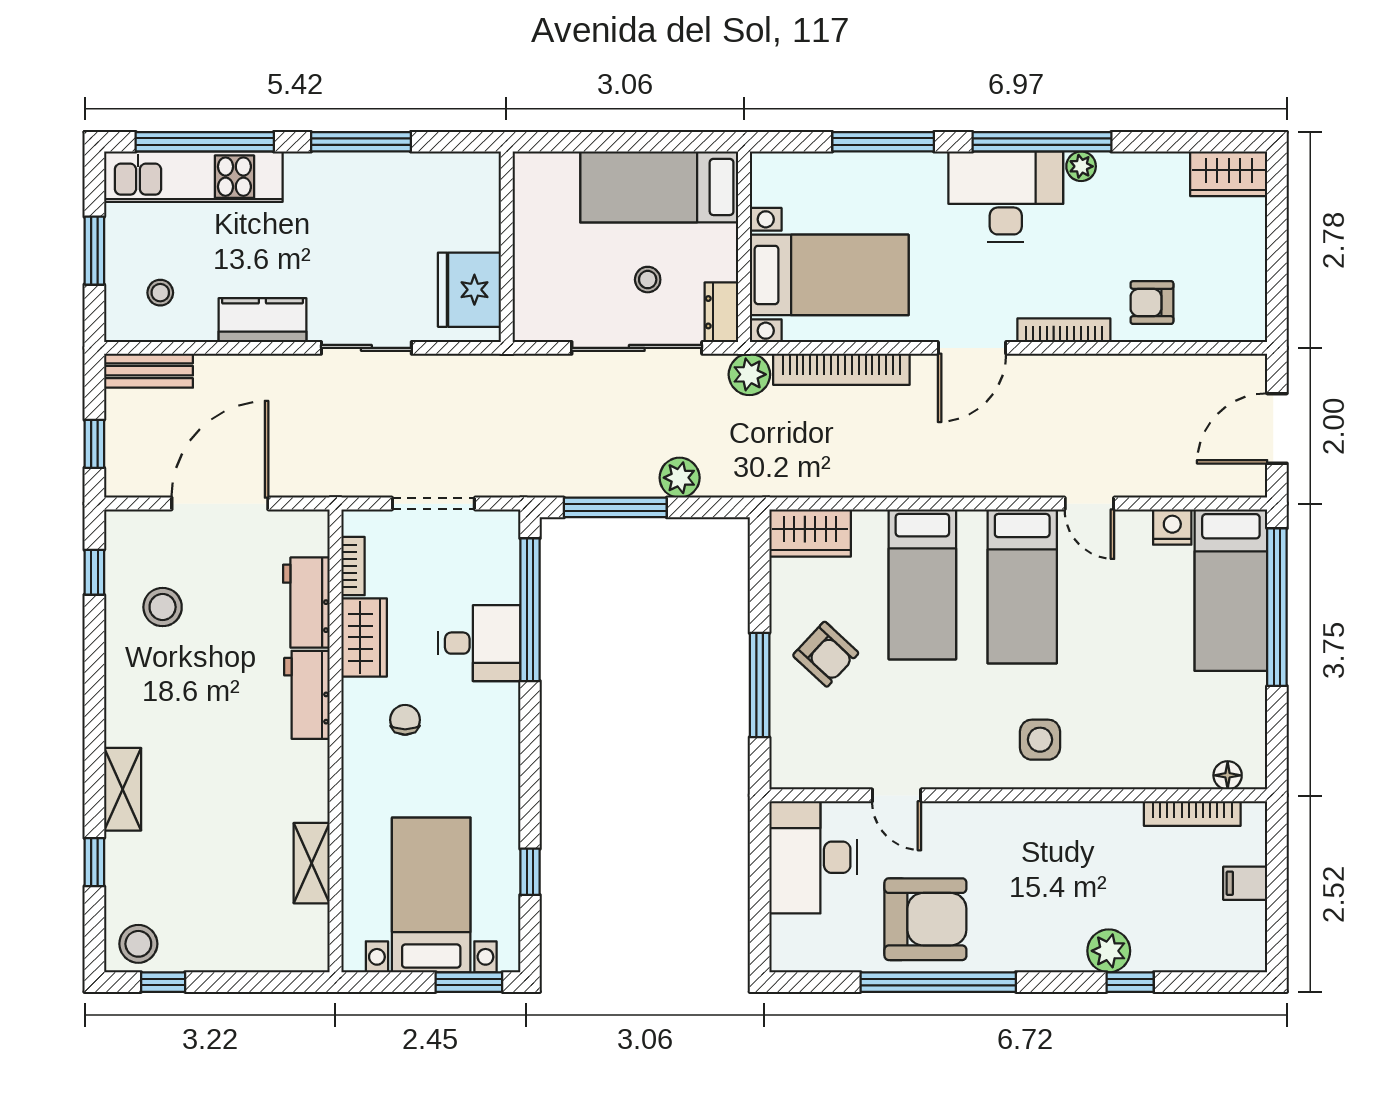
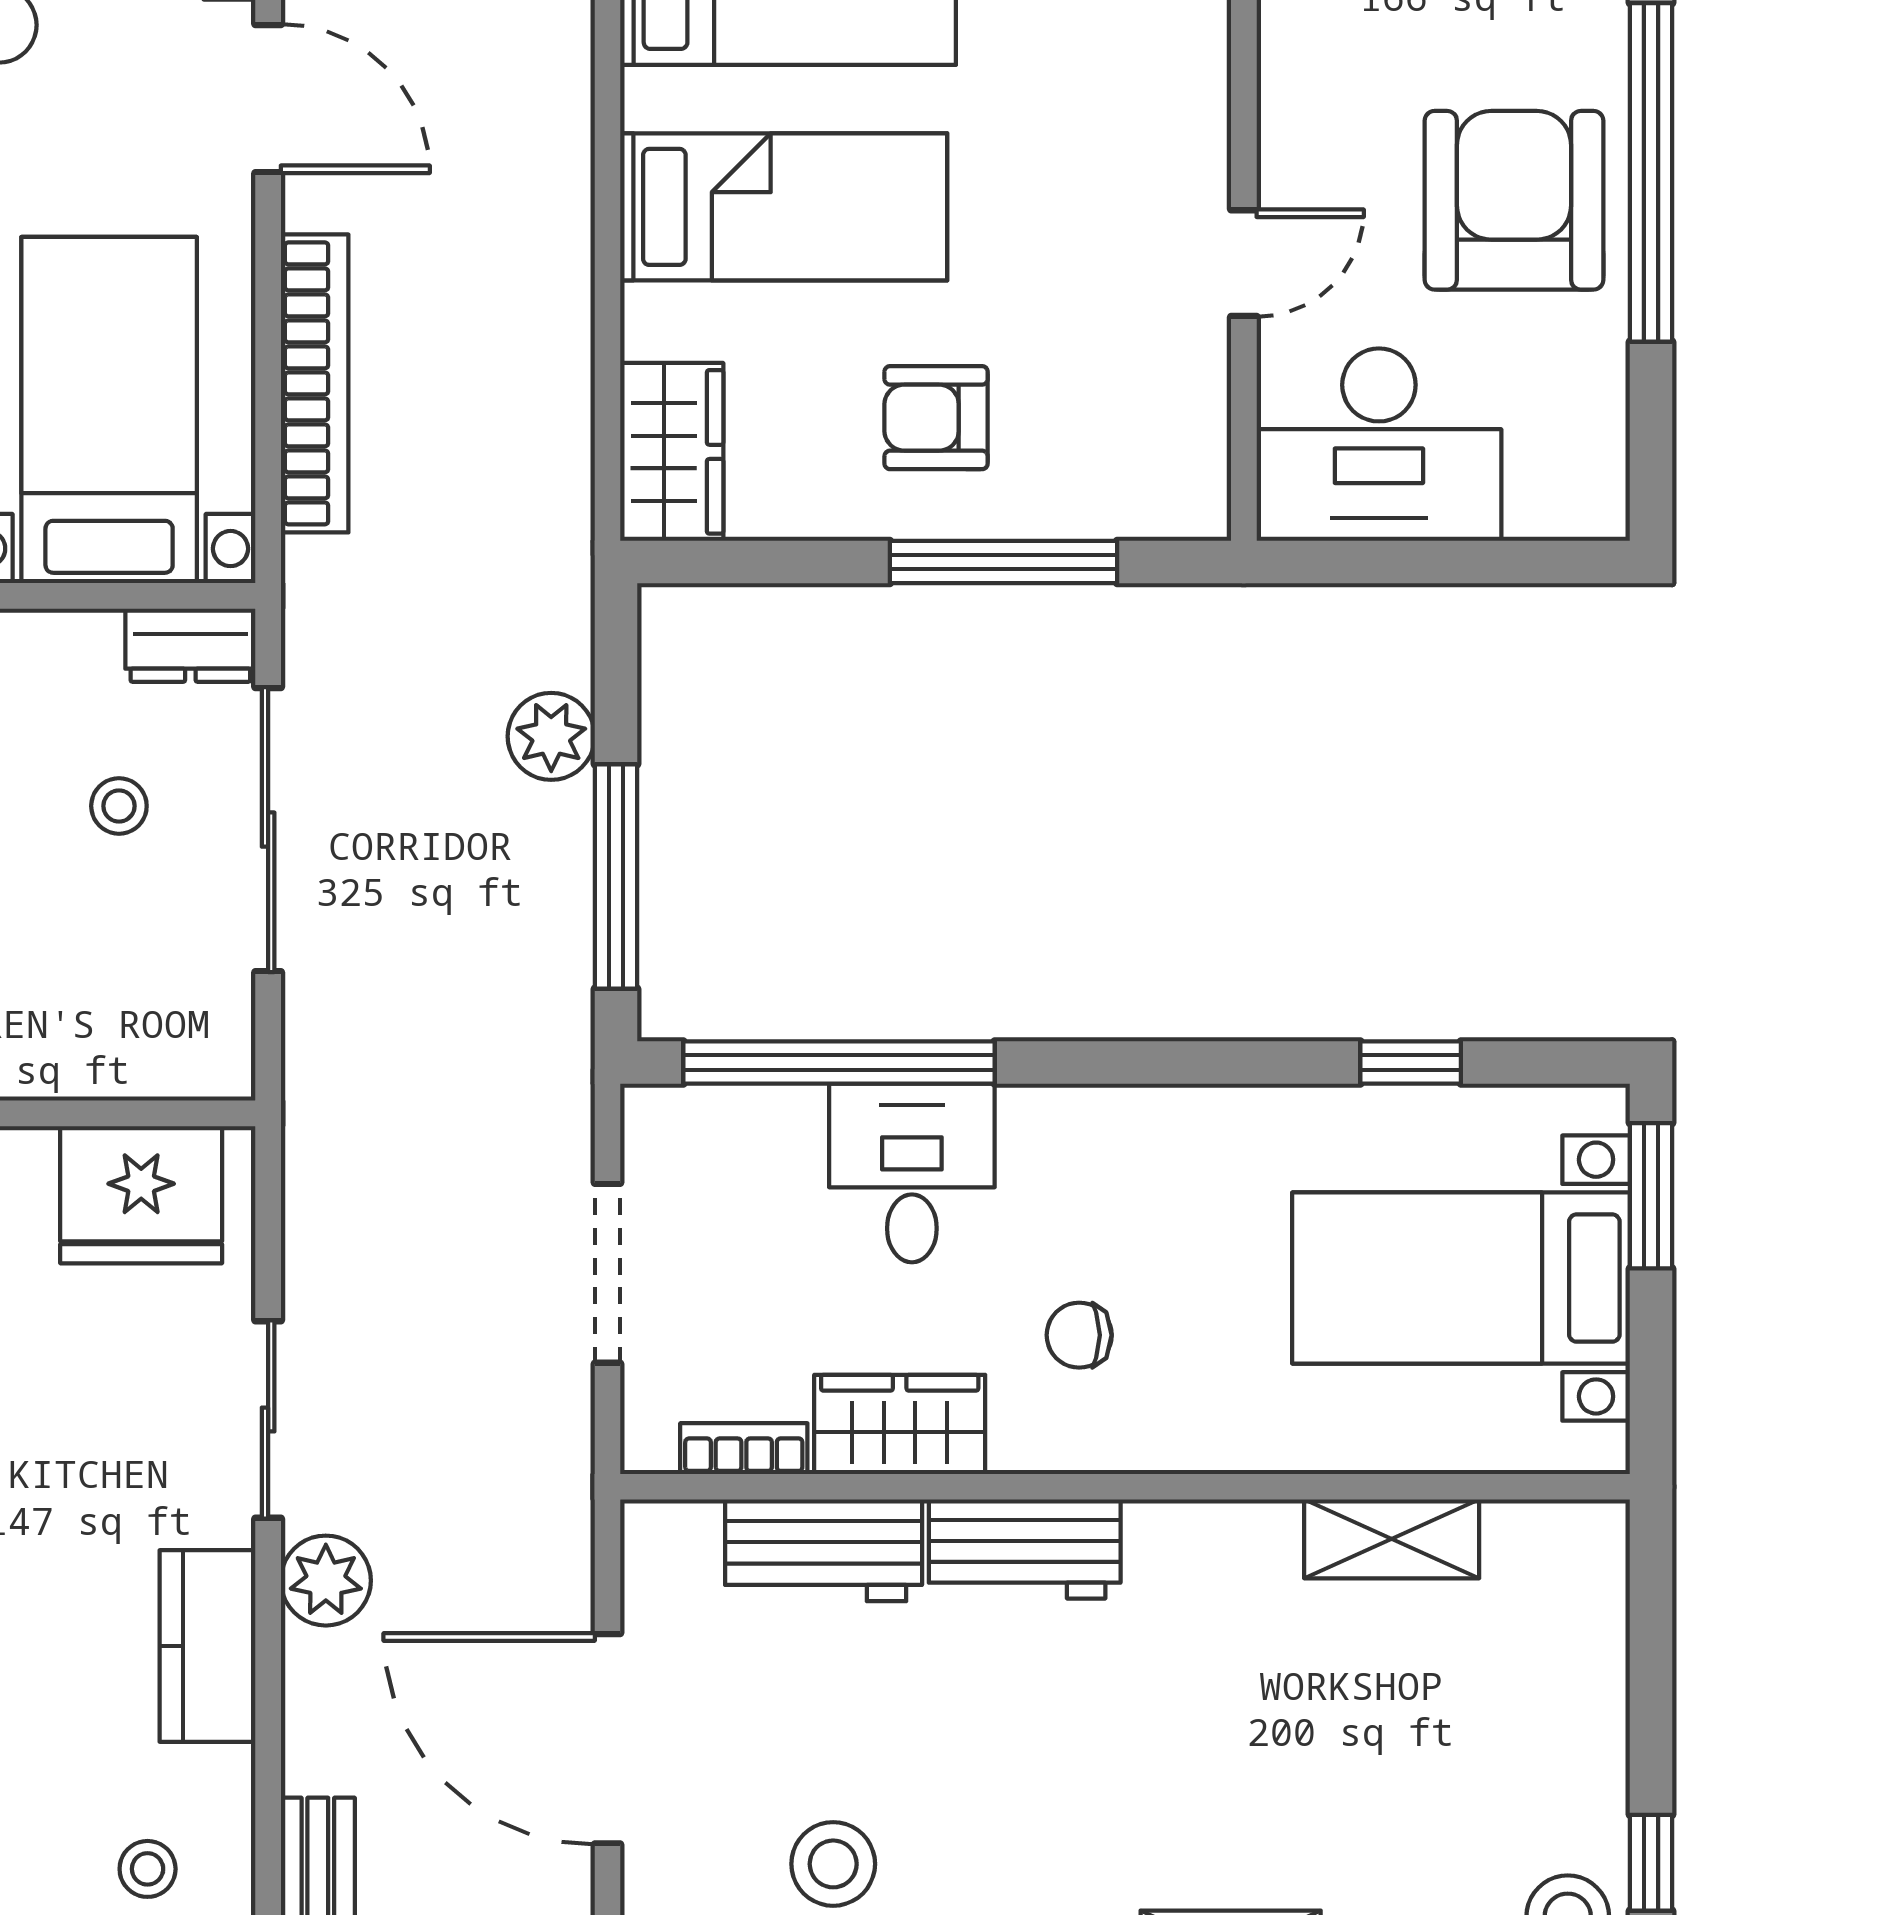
plant: (749, 374) -> (326, 1581), moved
armchair: (826, 654) -> (936, 418), turned -133

